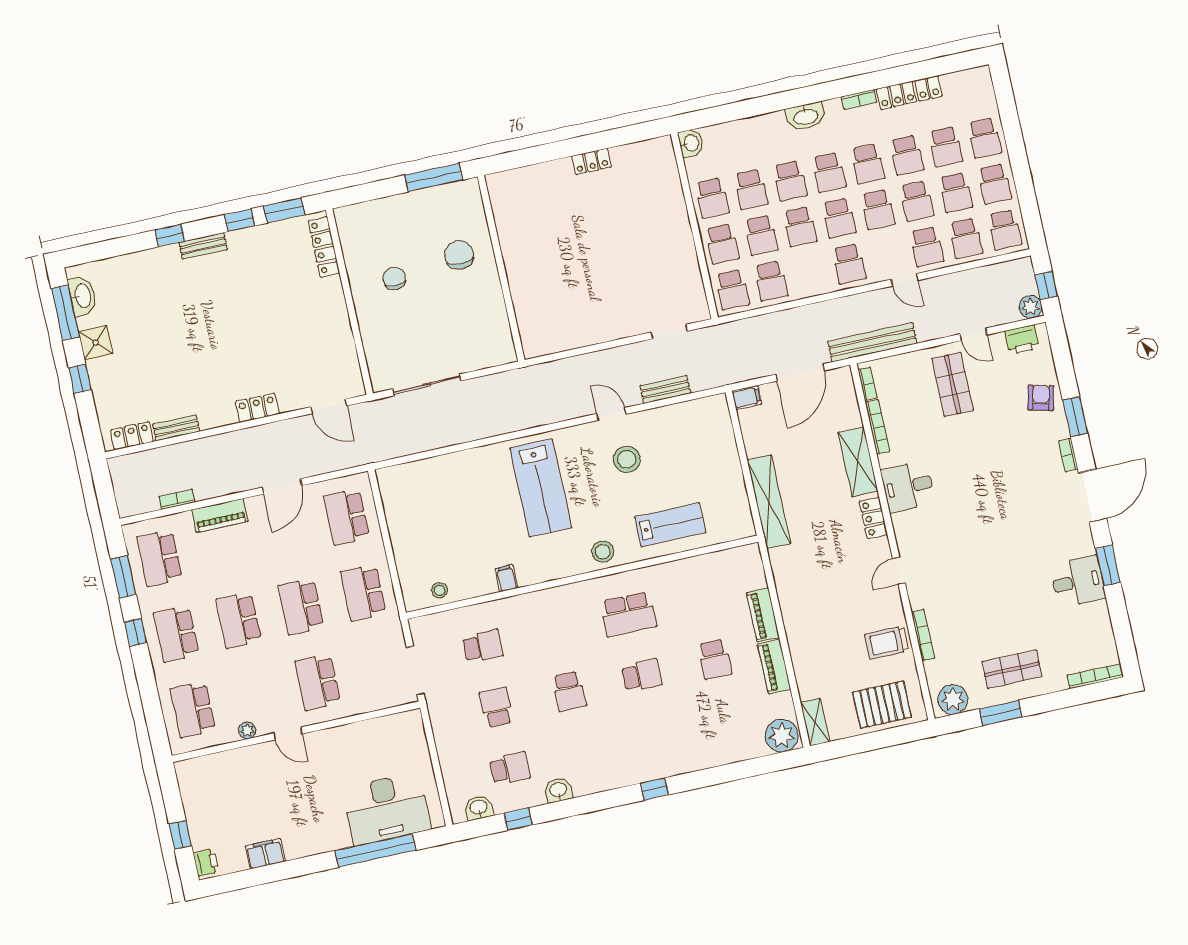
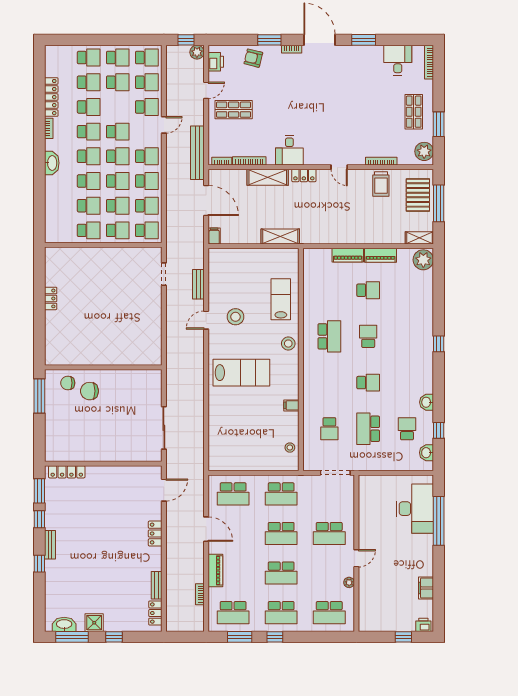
washbasin: (691, 143) -> (53, 236), removed
school desk: (917, 201) -> (147, 181), moved
chair: (394, 278) -> (68, 383), moved
shelving: (769, 502) -> (280, 236), width x0.68
desk: (1078, 582) -> (398, 60), moved
school desk: (483, 646) -> (329, 429), turned 180
school desk: (496, 707) -> (368, 429), width x1.85
window: (876, 740) -> (439, 203), added

